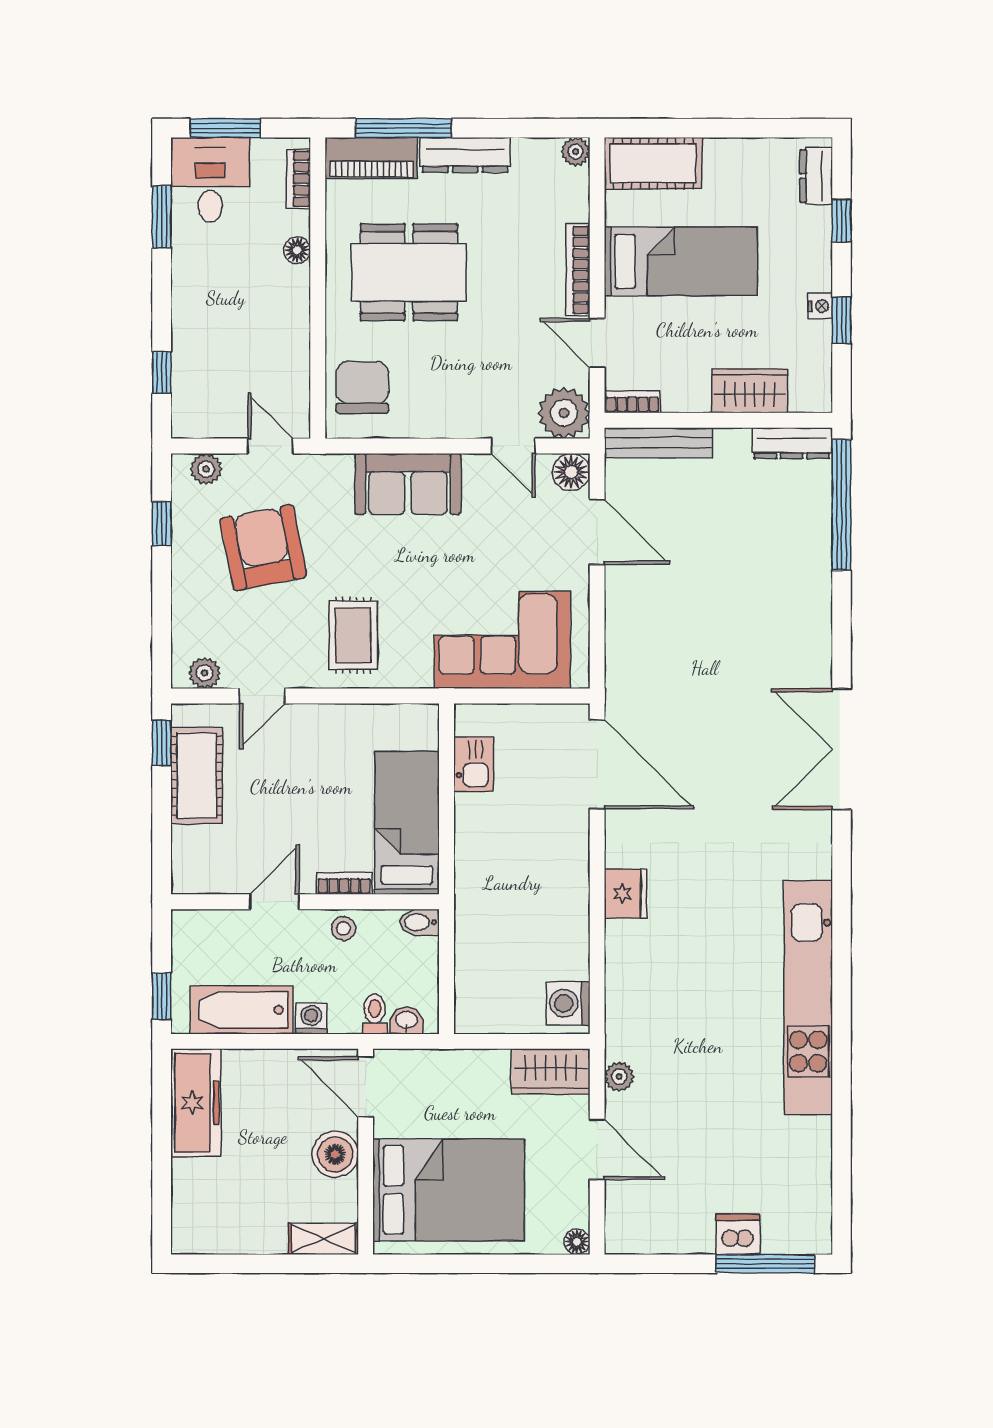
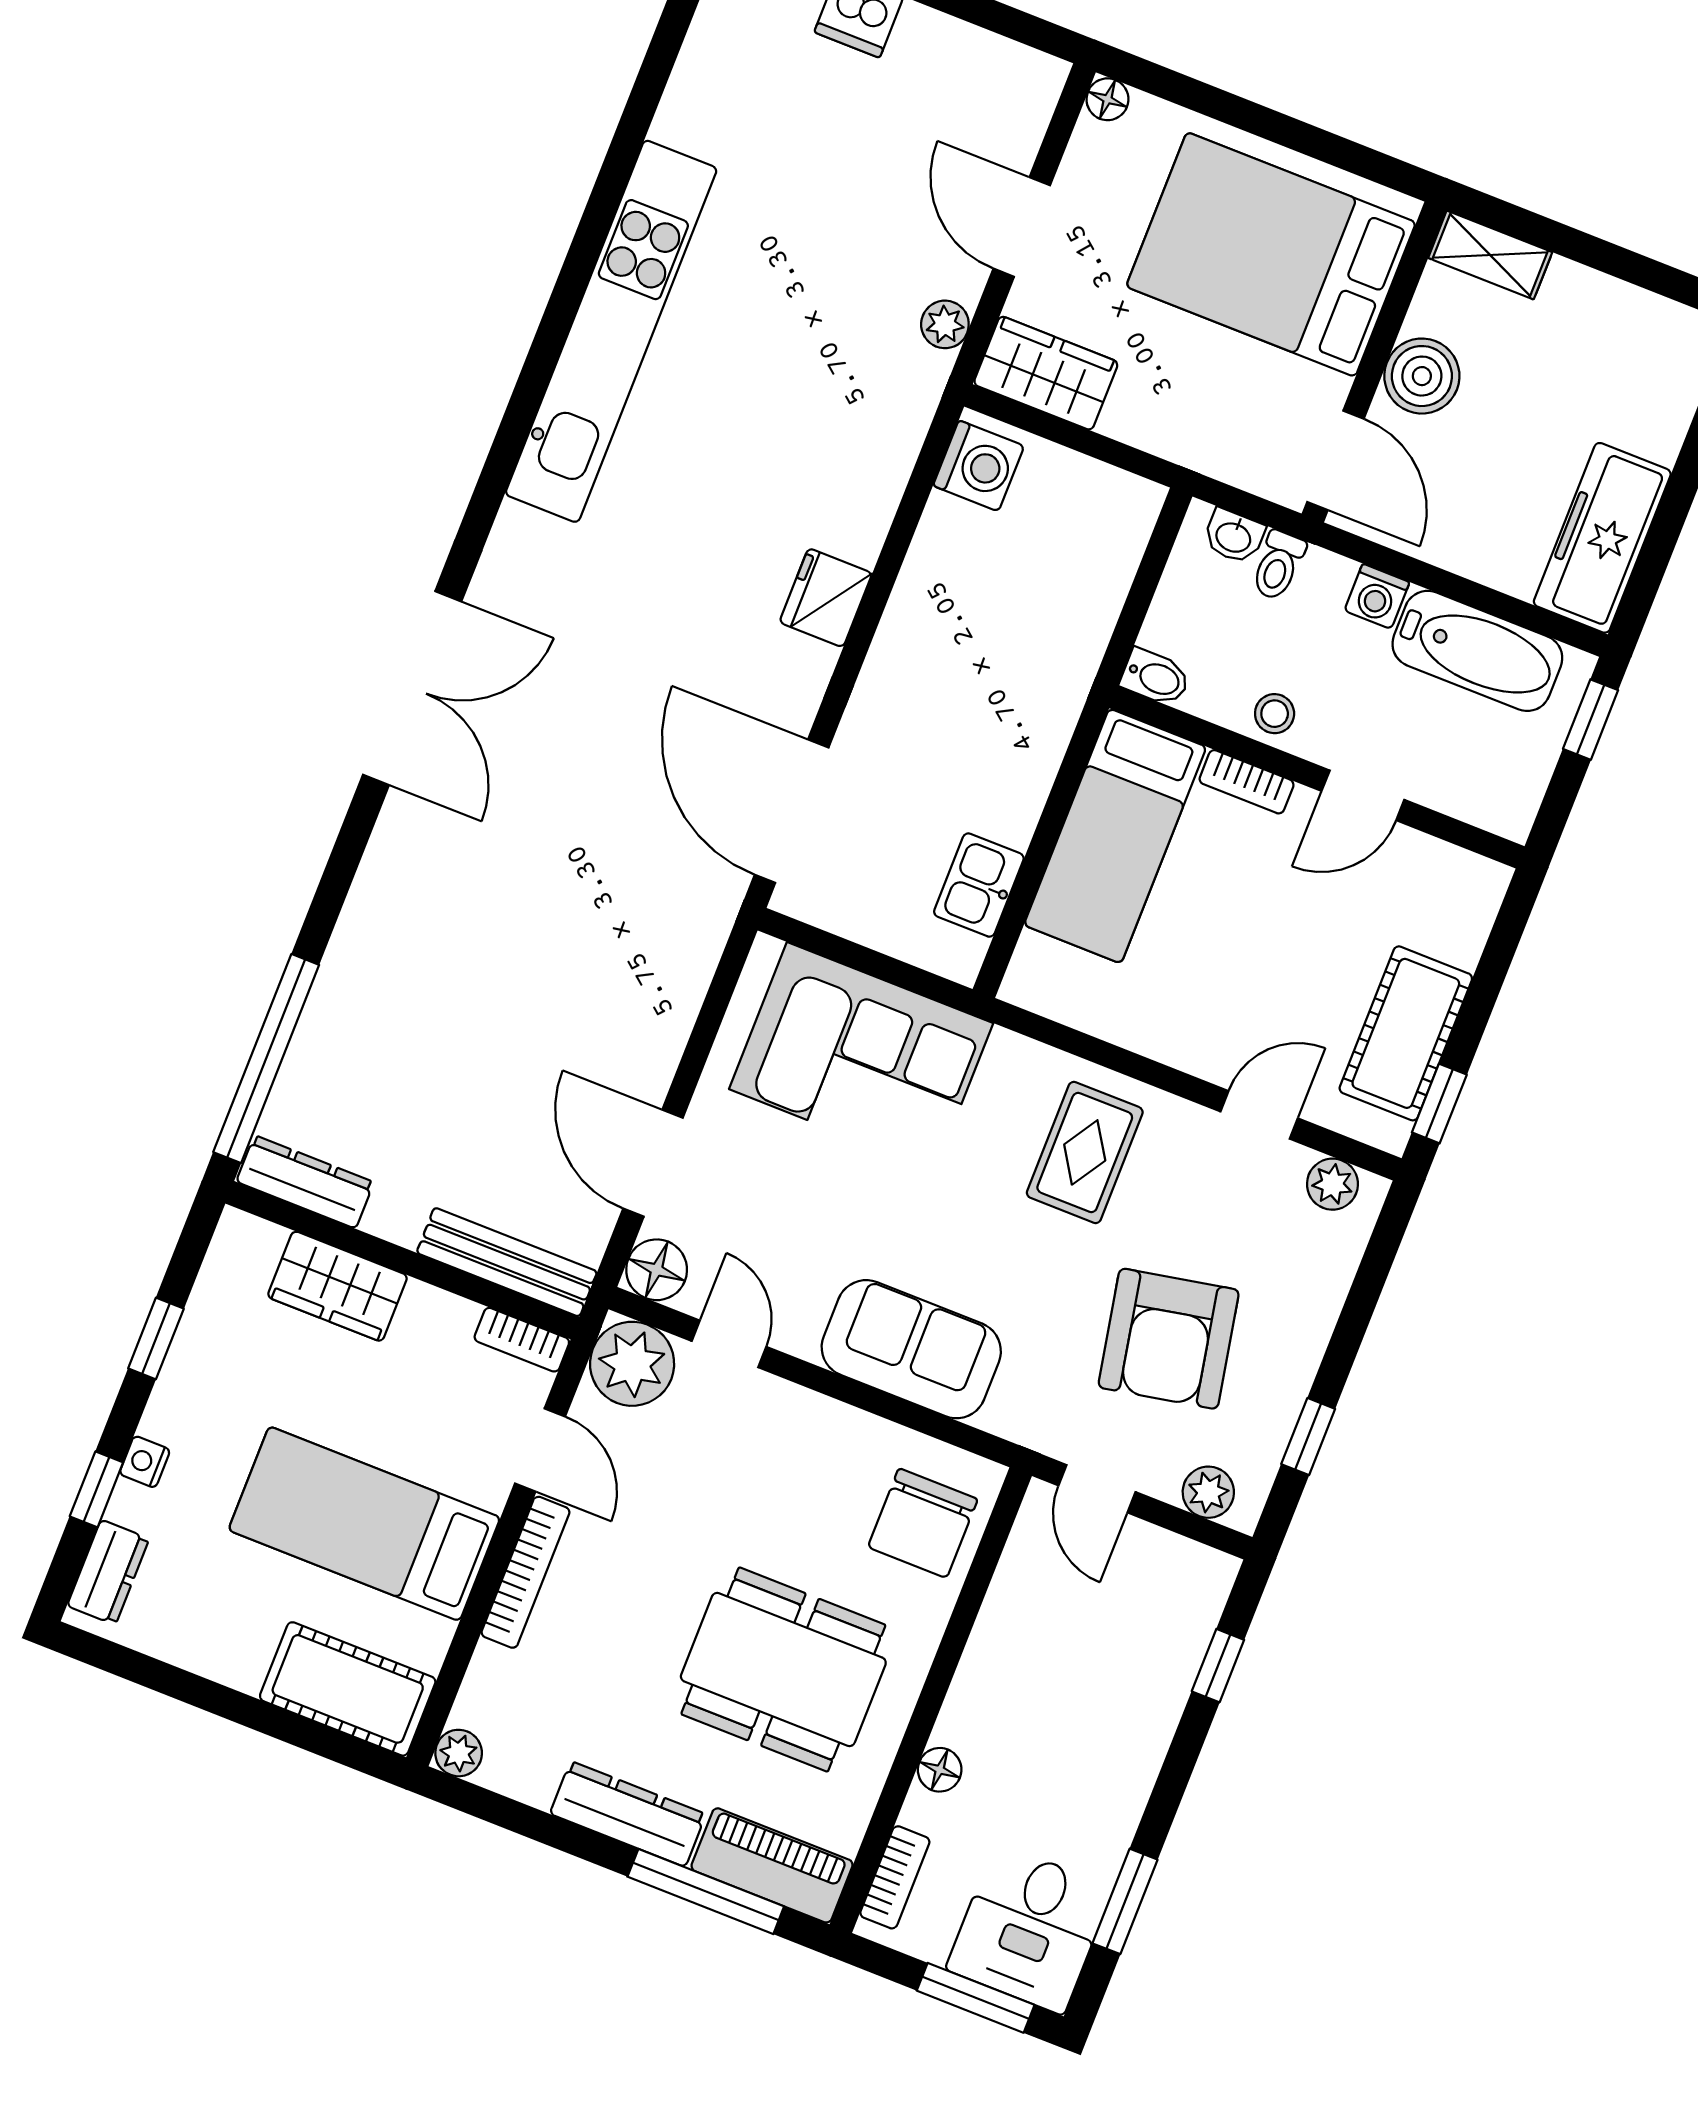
nightstand: (820, 306) -> (145, 1462), moved

